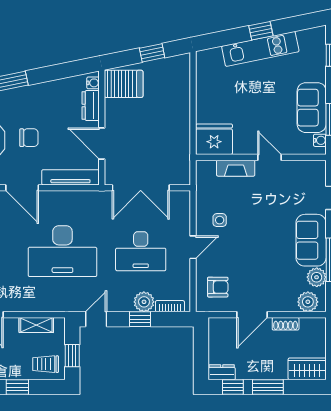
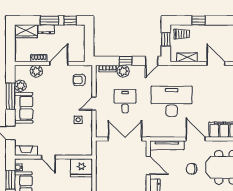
fireplace: (236, 168) -> (26, 151), moved
desk: (141, 251) -> (125, 101), width x0.73
plant: (308, 302) -> (36, 71), moved
dresser: (222, 372) -> (46, 29), moved

